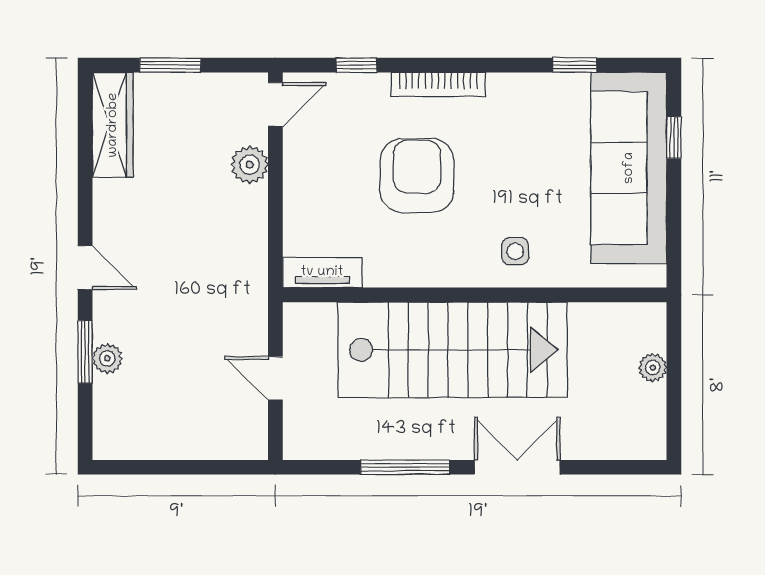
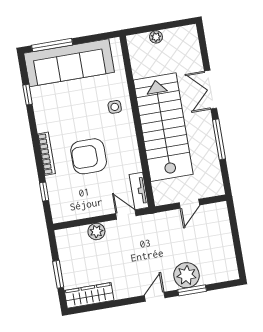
door: (275, 104) -> (126, 215), moved
window: (674, 138) -> (52, 45), width x2.17
plant: (107, 358) -> (186, 275), width x1.88, depth x1.88

